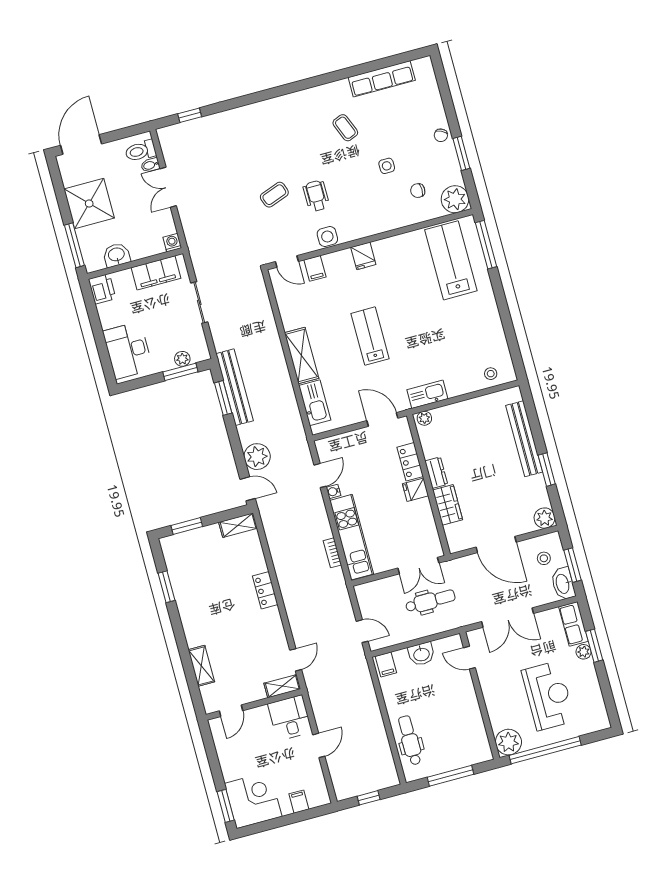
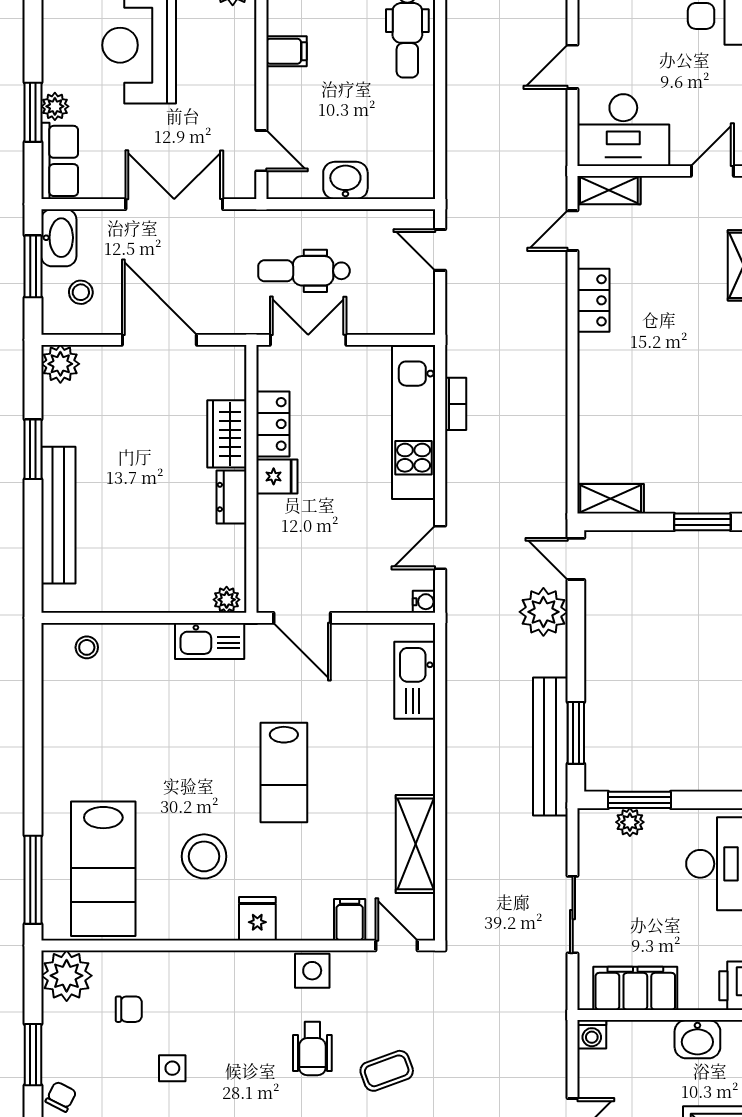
stool: (400, 281) -> (204, 856), added
shelving: (302, 355) -> (415, 844), moved
locker: (410, 462) -> (273, 424), moved
water cooler: (333, 491) -> (424, 602), moved
locker: (265, 590) -> (593, 300), moved
filing cabinet: (386, 664) -> (286, 51), moved, turned 90
desk: (290, 718) -> (623, 130), width x1.37

